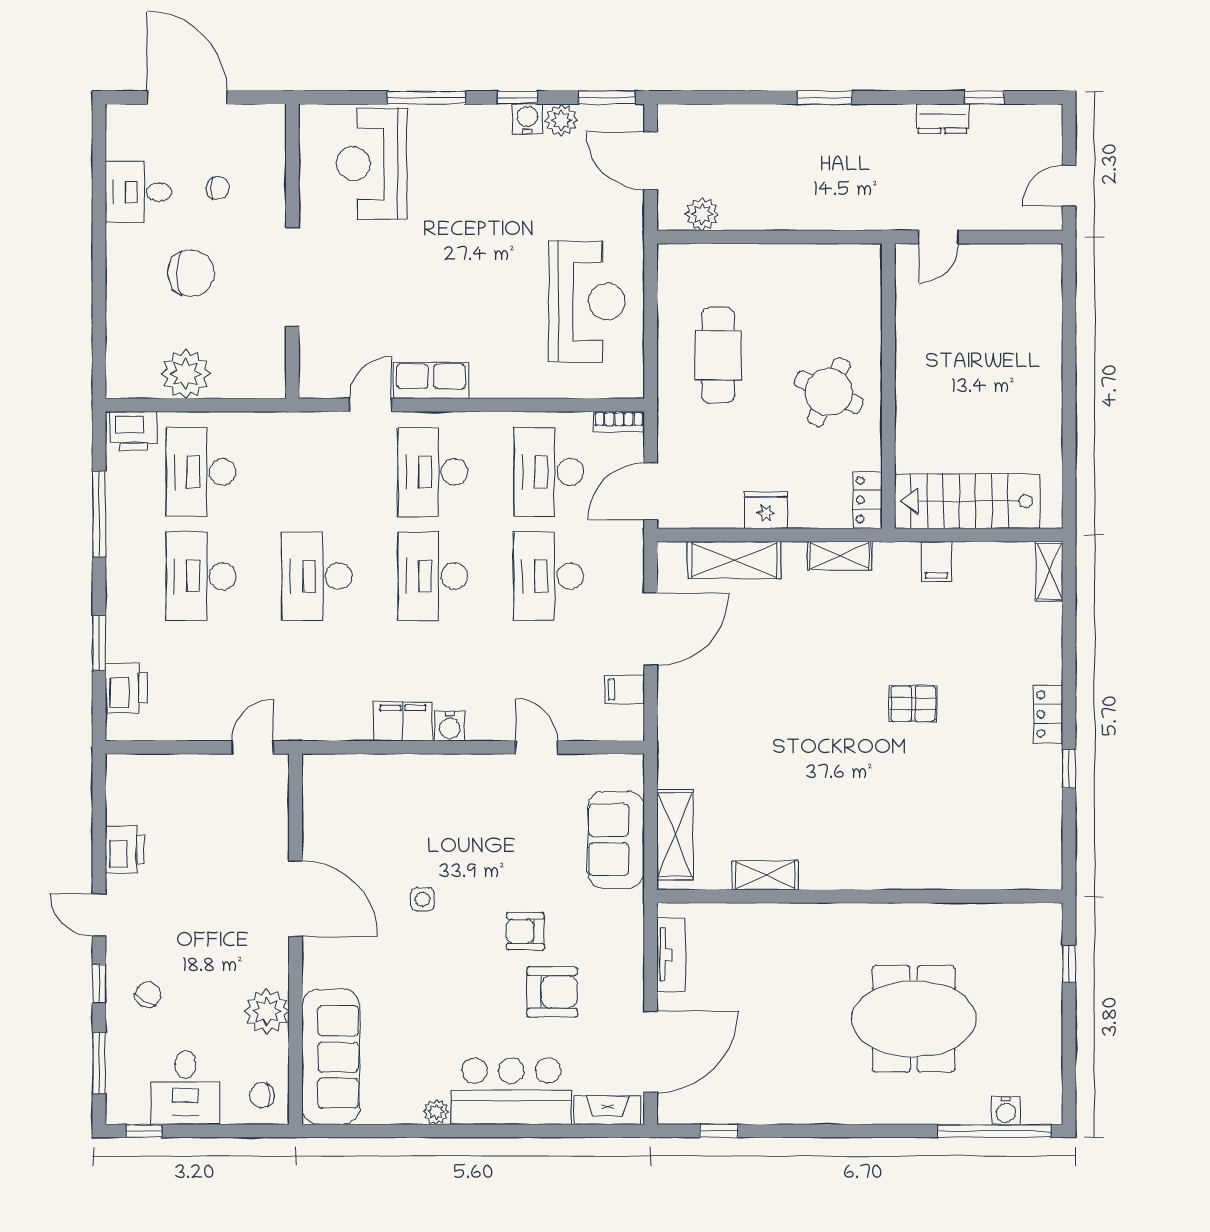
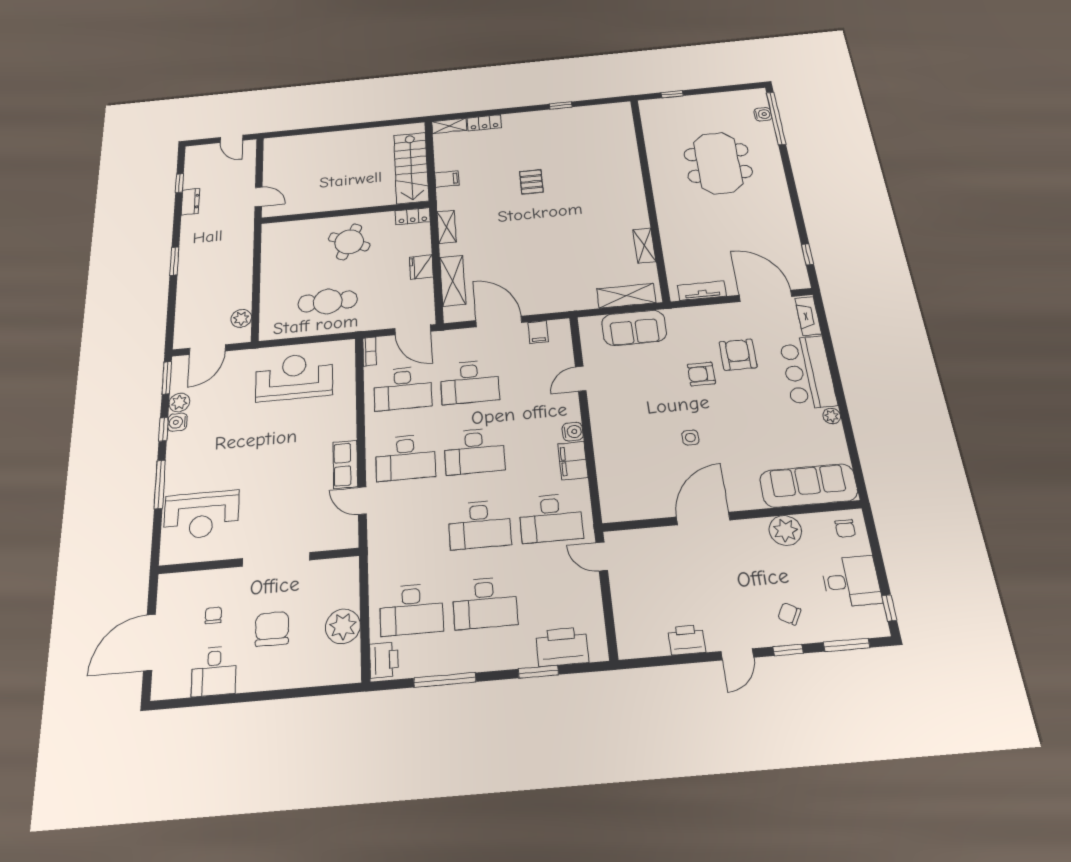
desk: (317, 680) -> (551, 518), added
printer: (126, 688) -> (562, 647), width x1.37, depth x1.19
locker: (1048, 714) -> (484, 123), moved
armchair: (525, 931) -> (701, 374), turned 90

